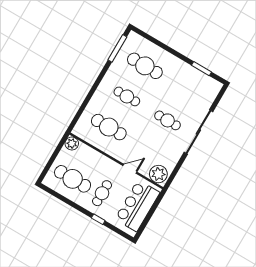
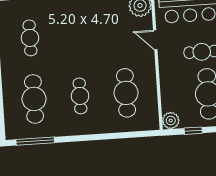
cafe table: (168, 120) -> (30, 38), moved
window: (56, 153) -> (193, 131), added

